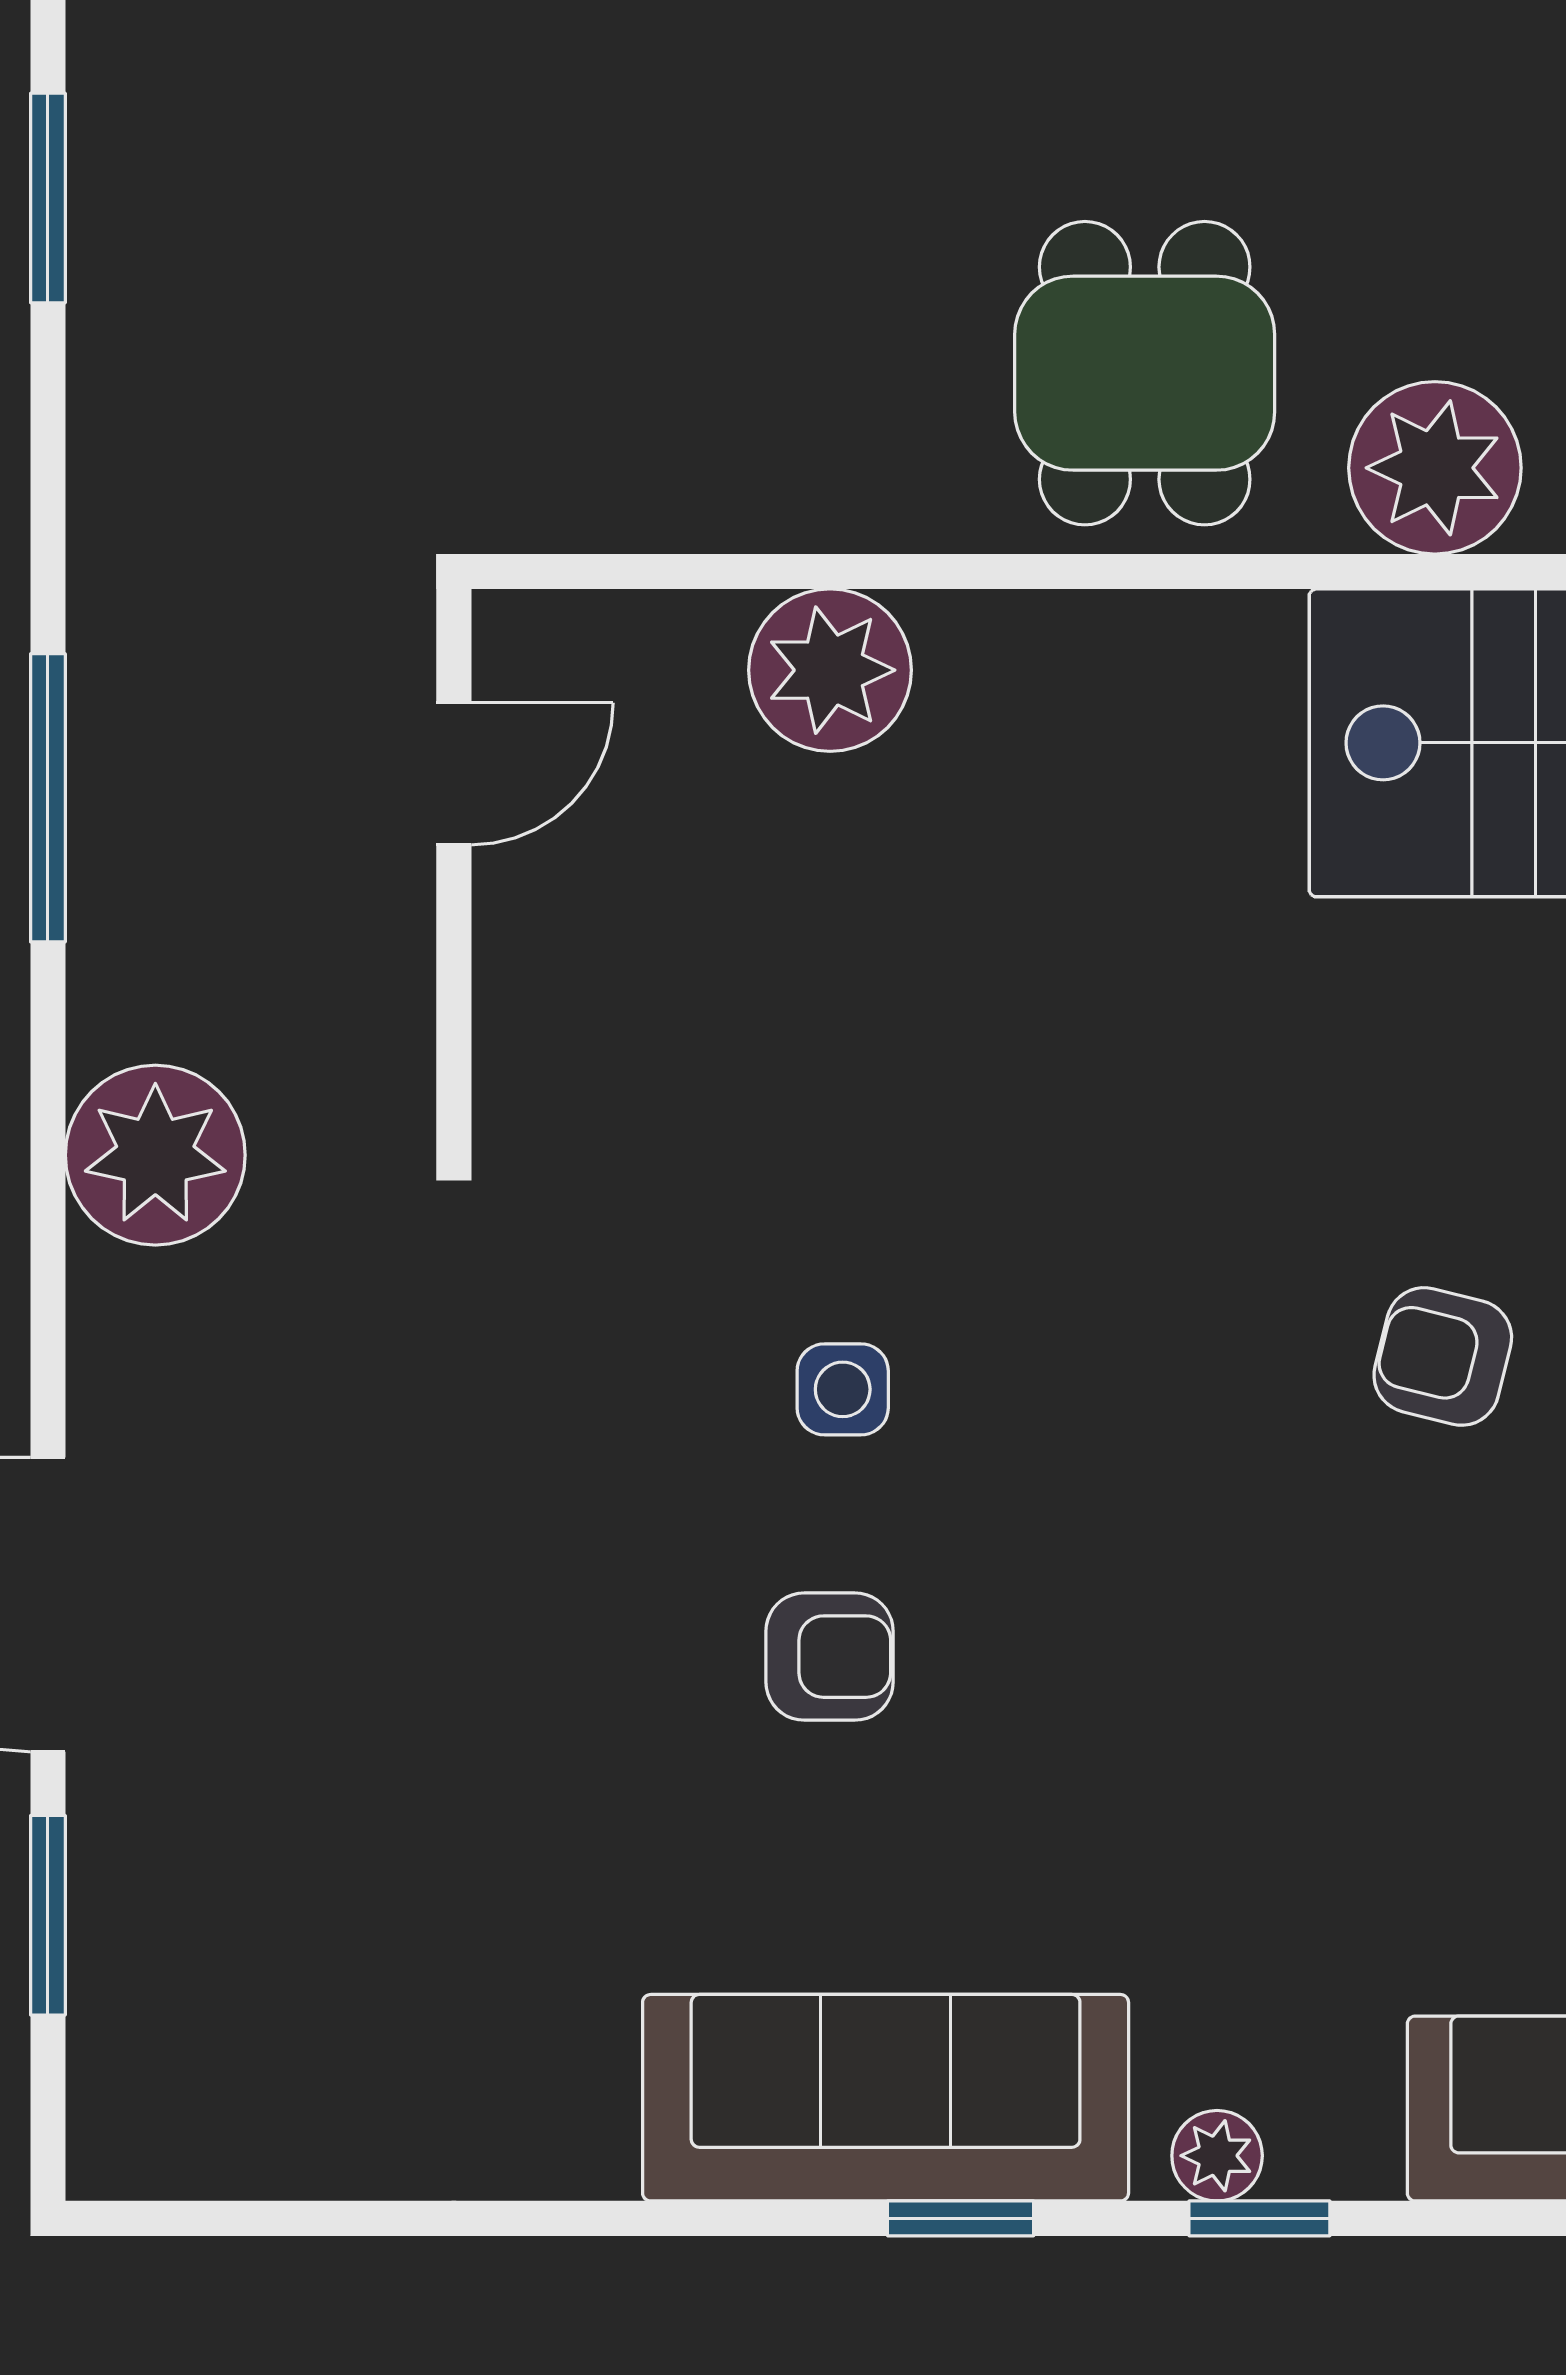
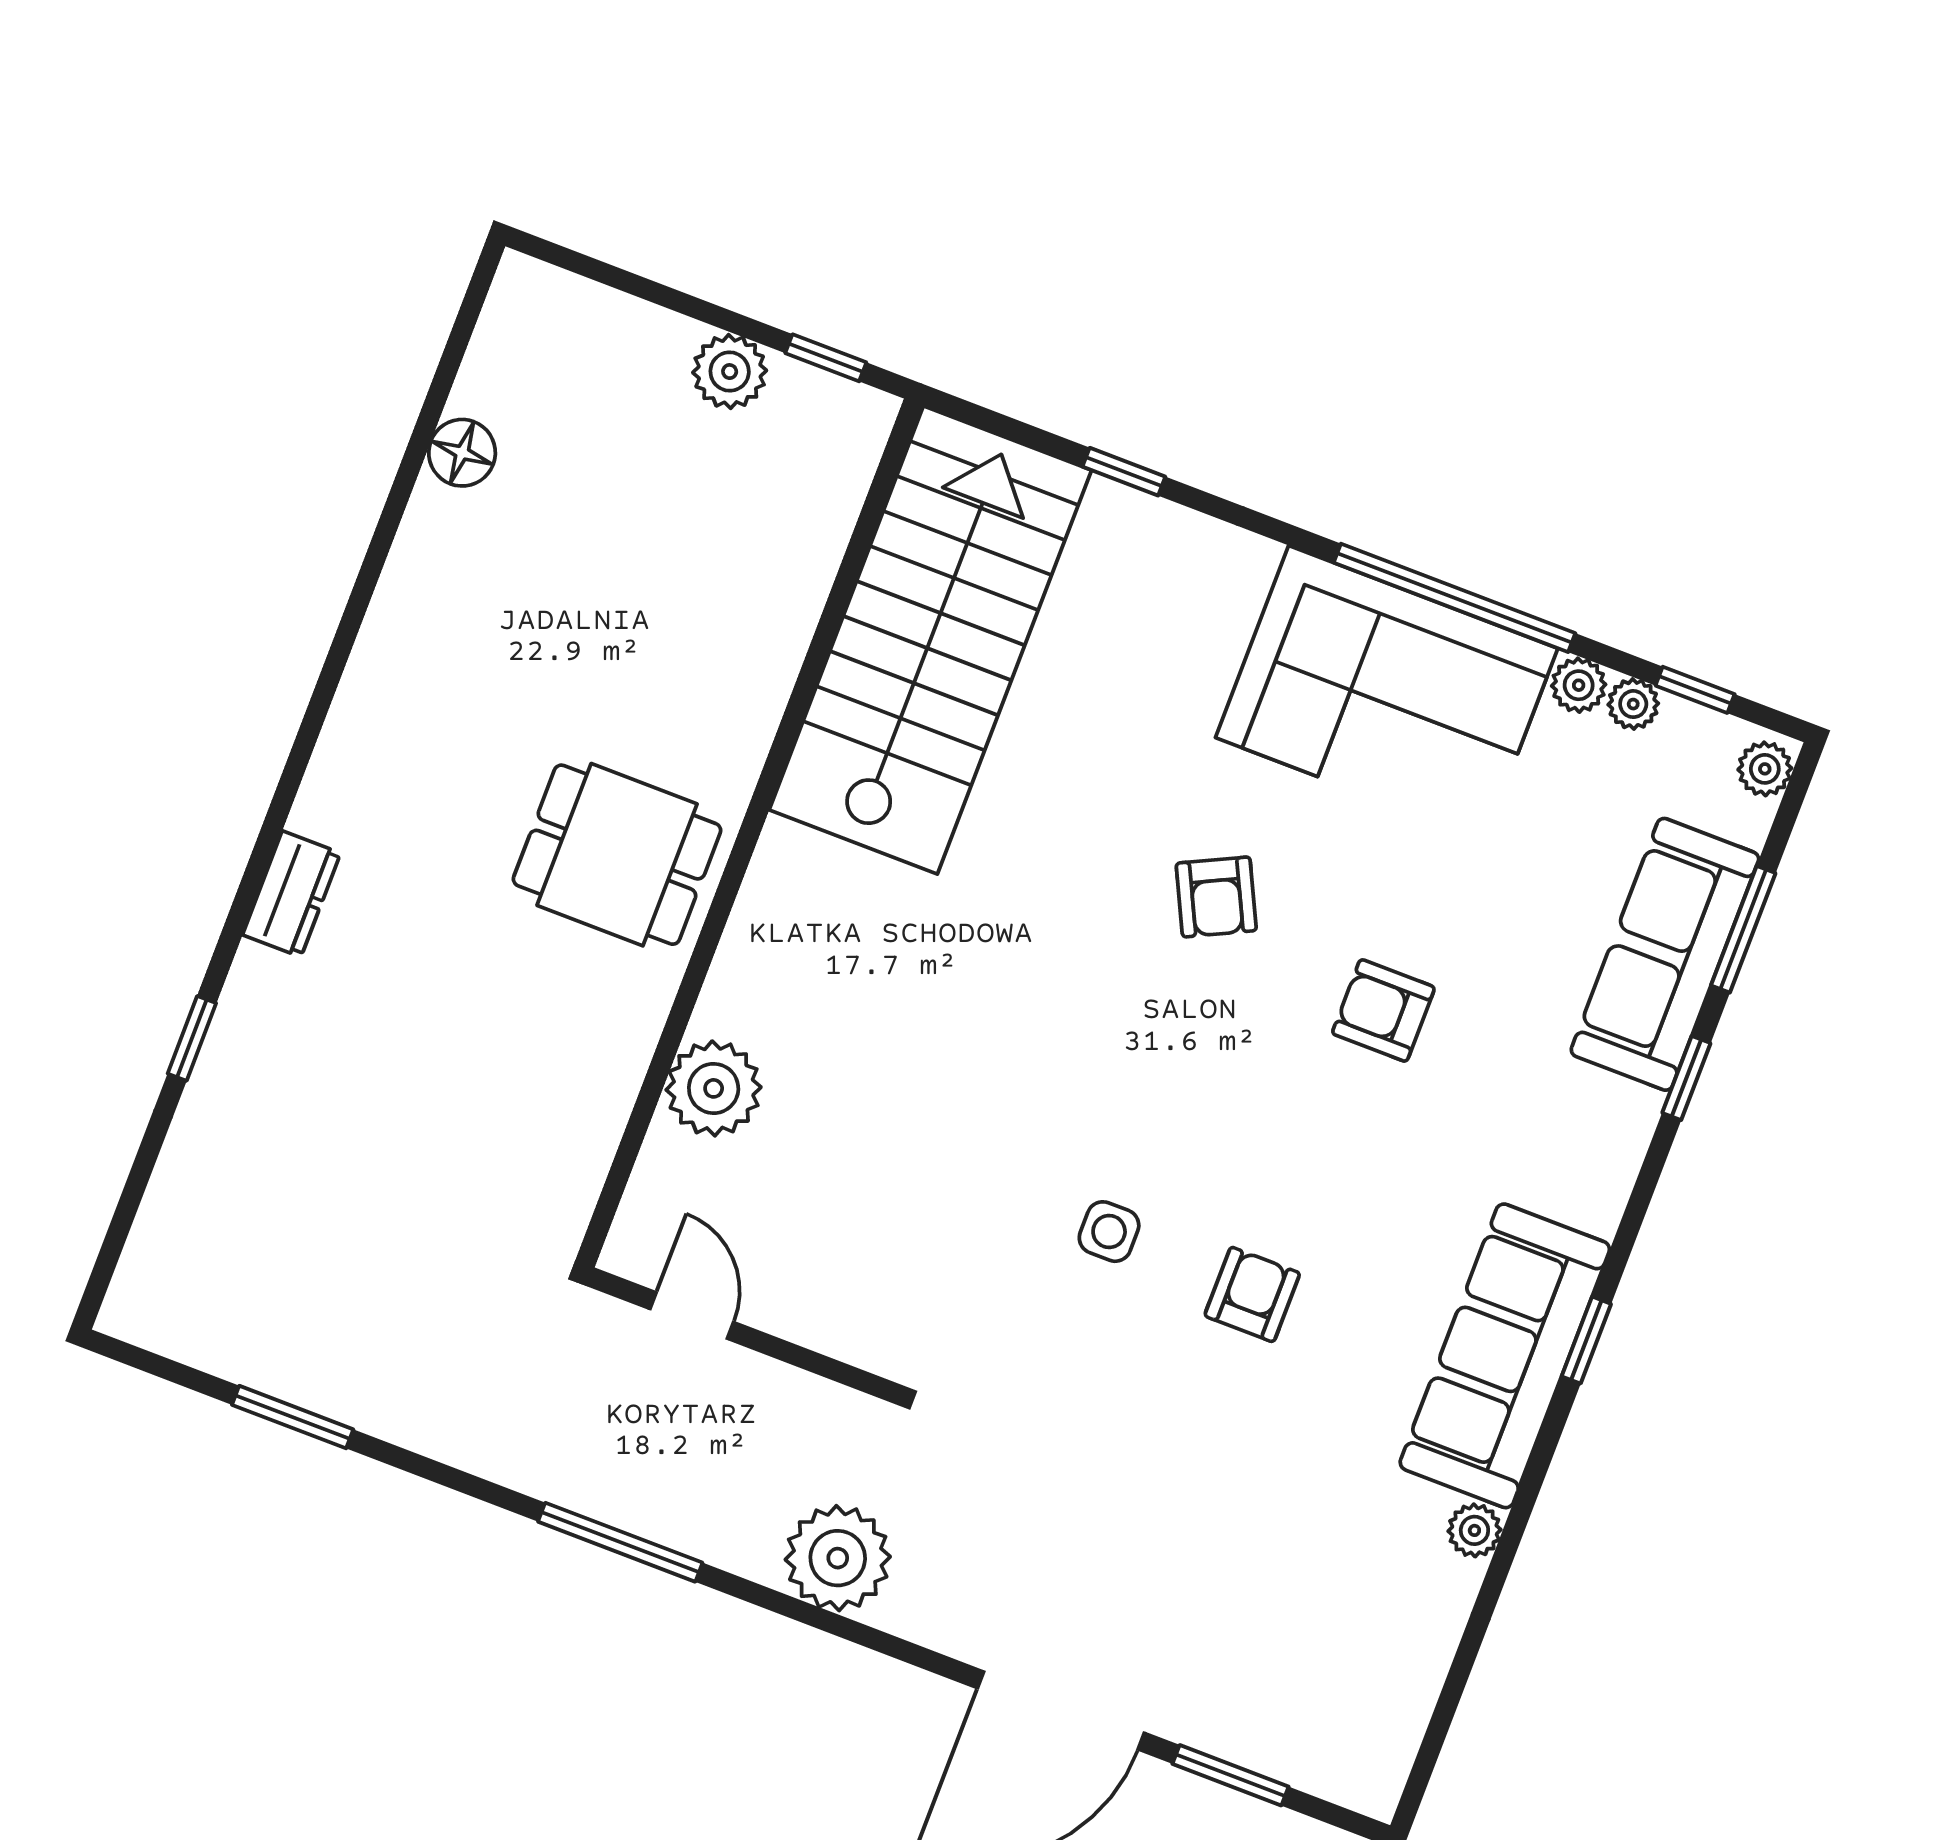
plant: (1435, 468) -> (729, 716), removed
armchair: (1443, 1356) -> (1216, 897), turned -40
armchair: (1363, 1693) -> (1383, 1010), added
plant: (1217, 2156) -> (1474, 1530), moved
window: (1259, 2218) -> (1686, 1078), moved

